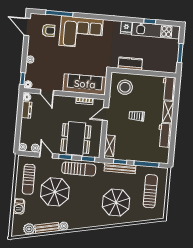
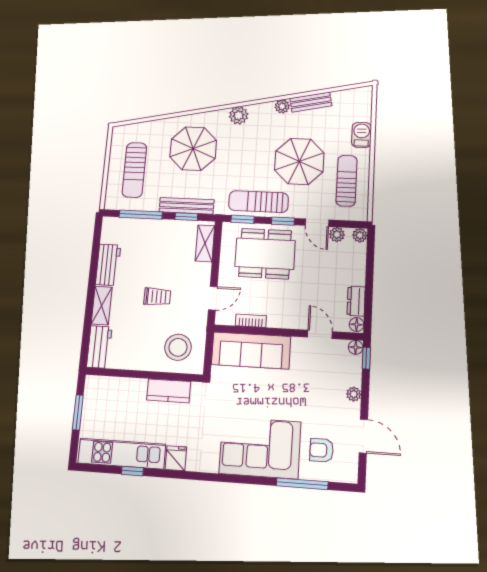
door: (27, 27) -> (363, 436), moved
dining table: (76, 138) -> (265, 254), turned 90
plant: (29, 229) -> (239, 115), moved

